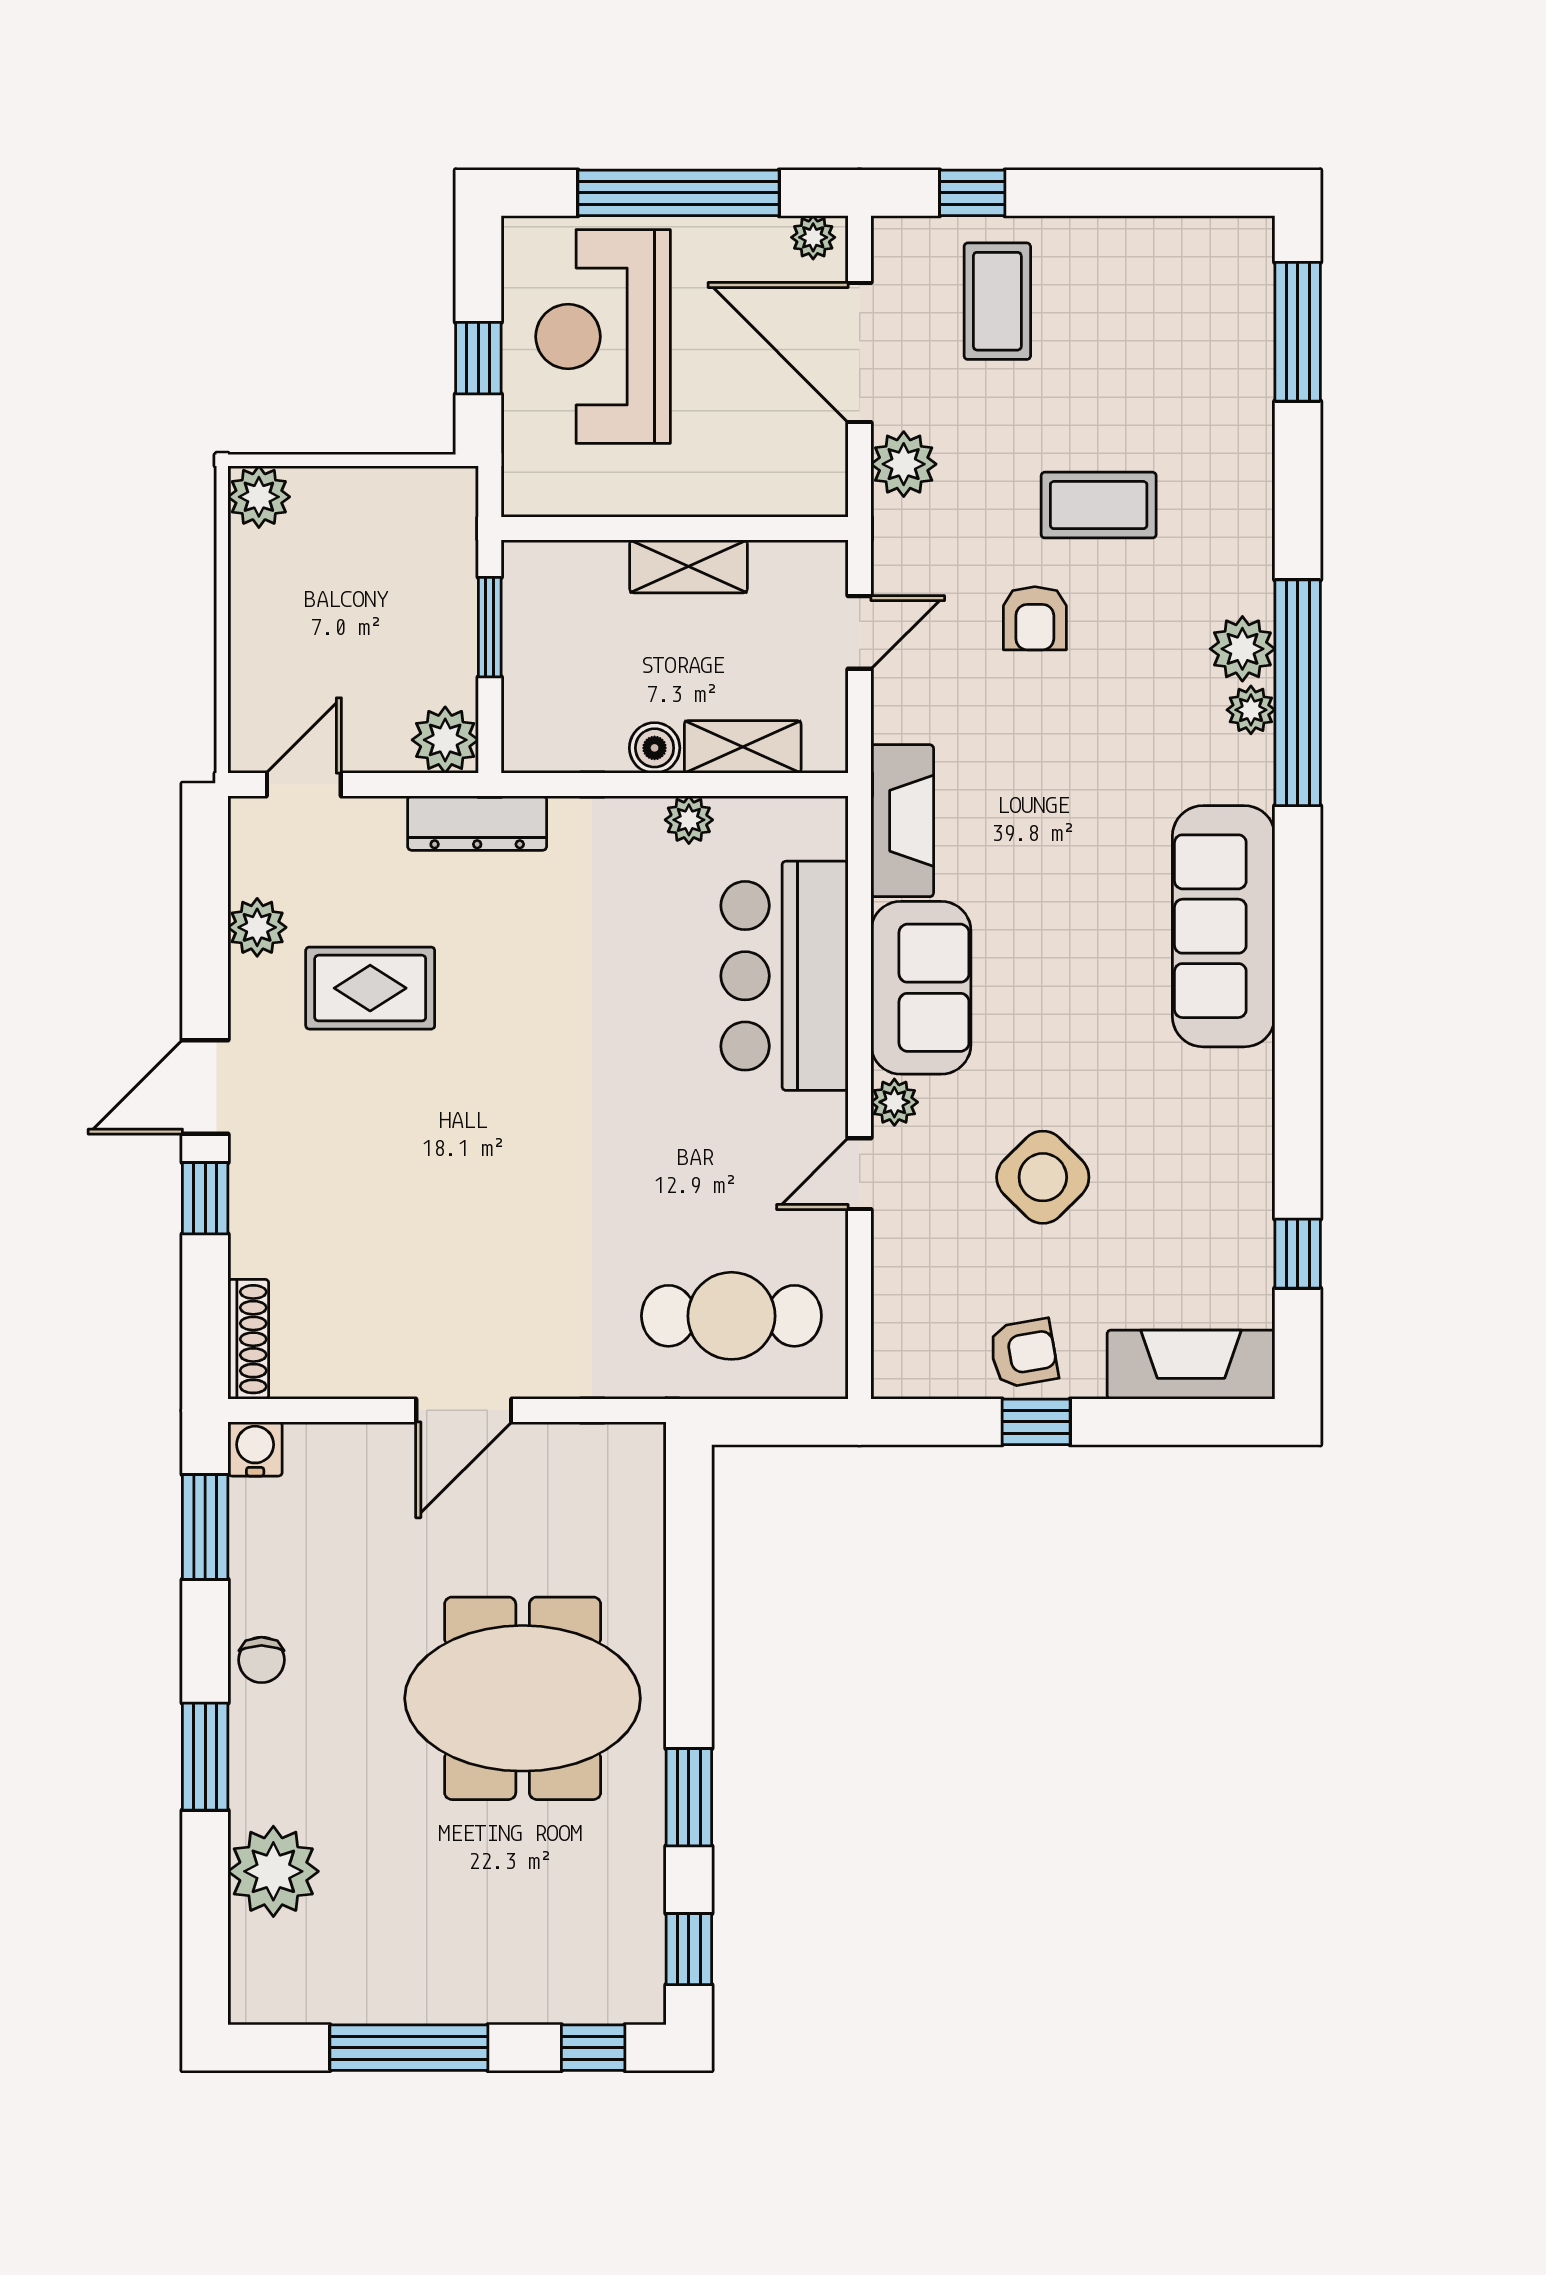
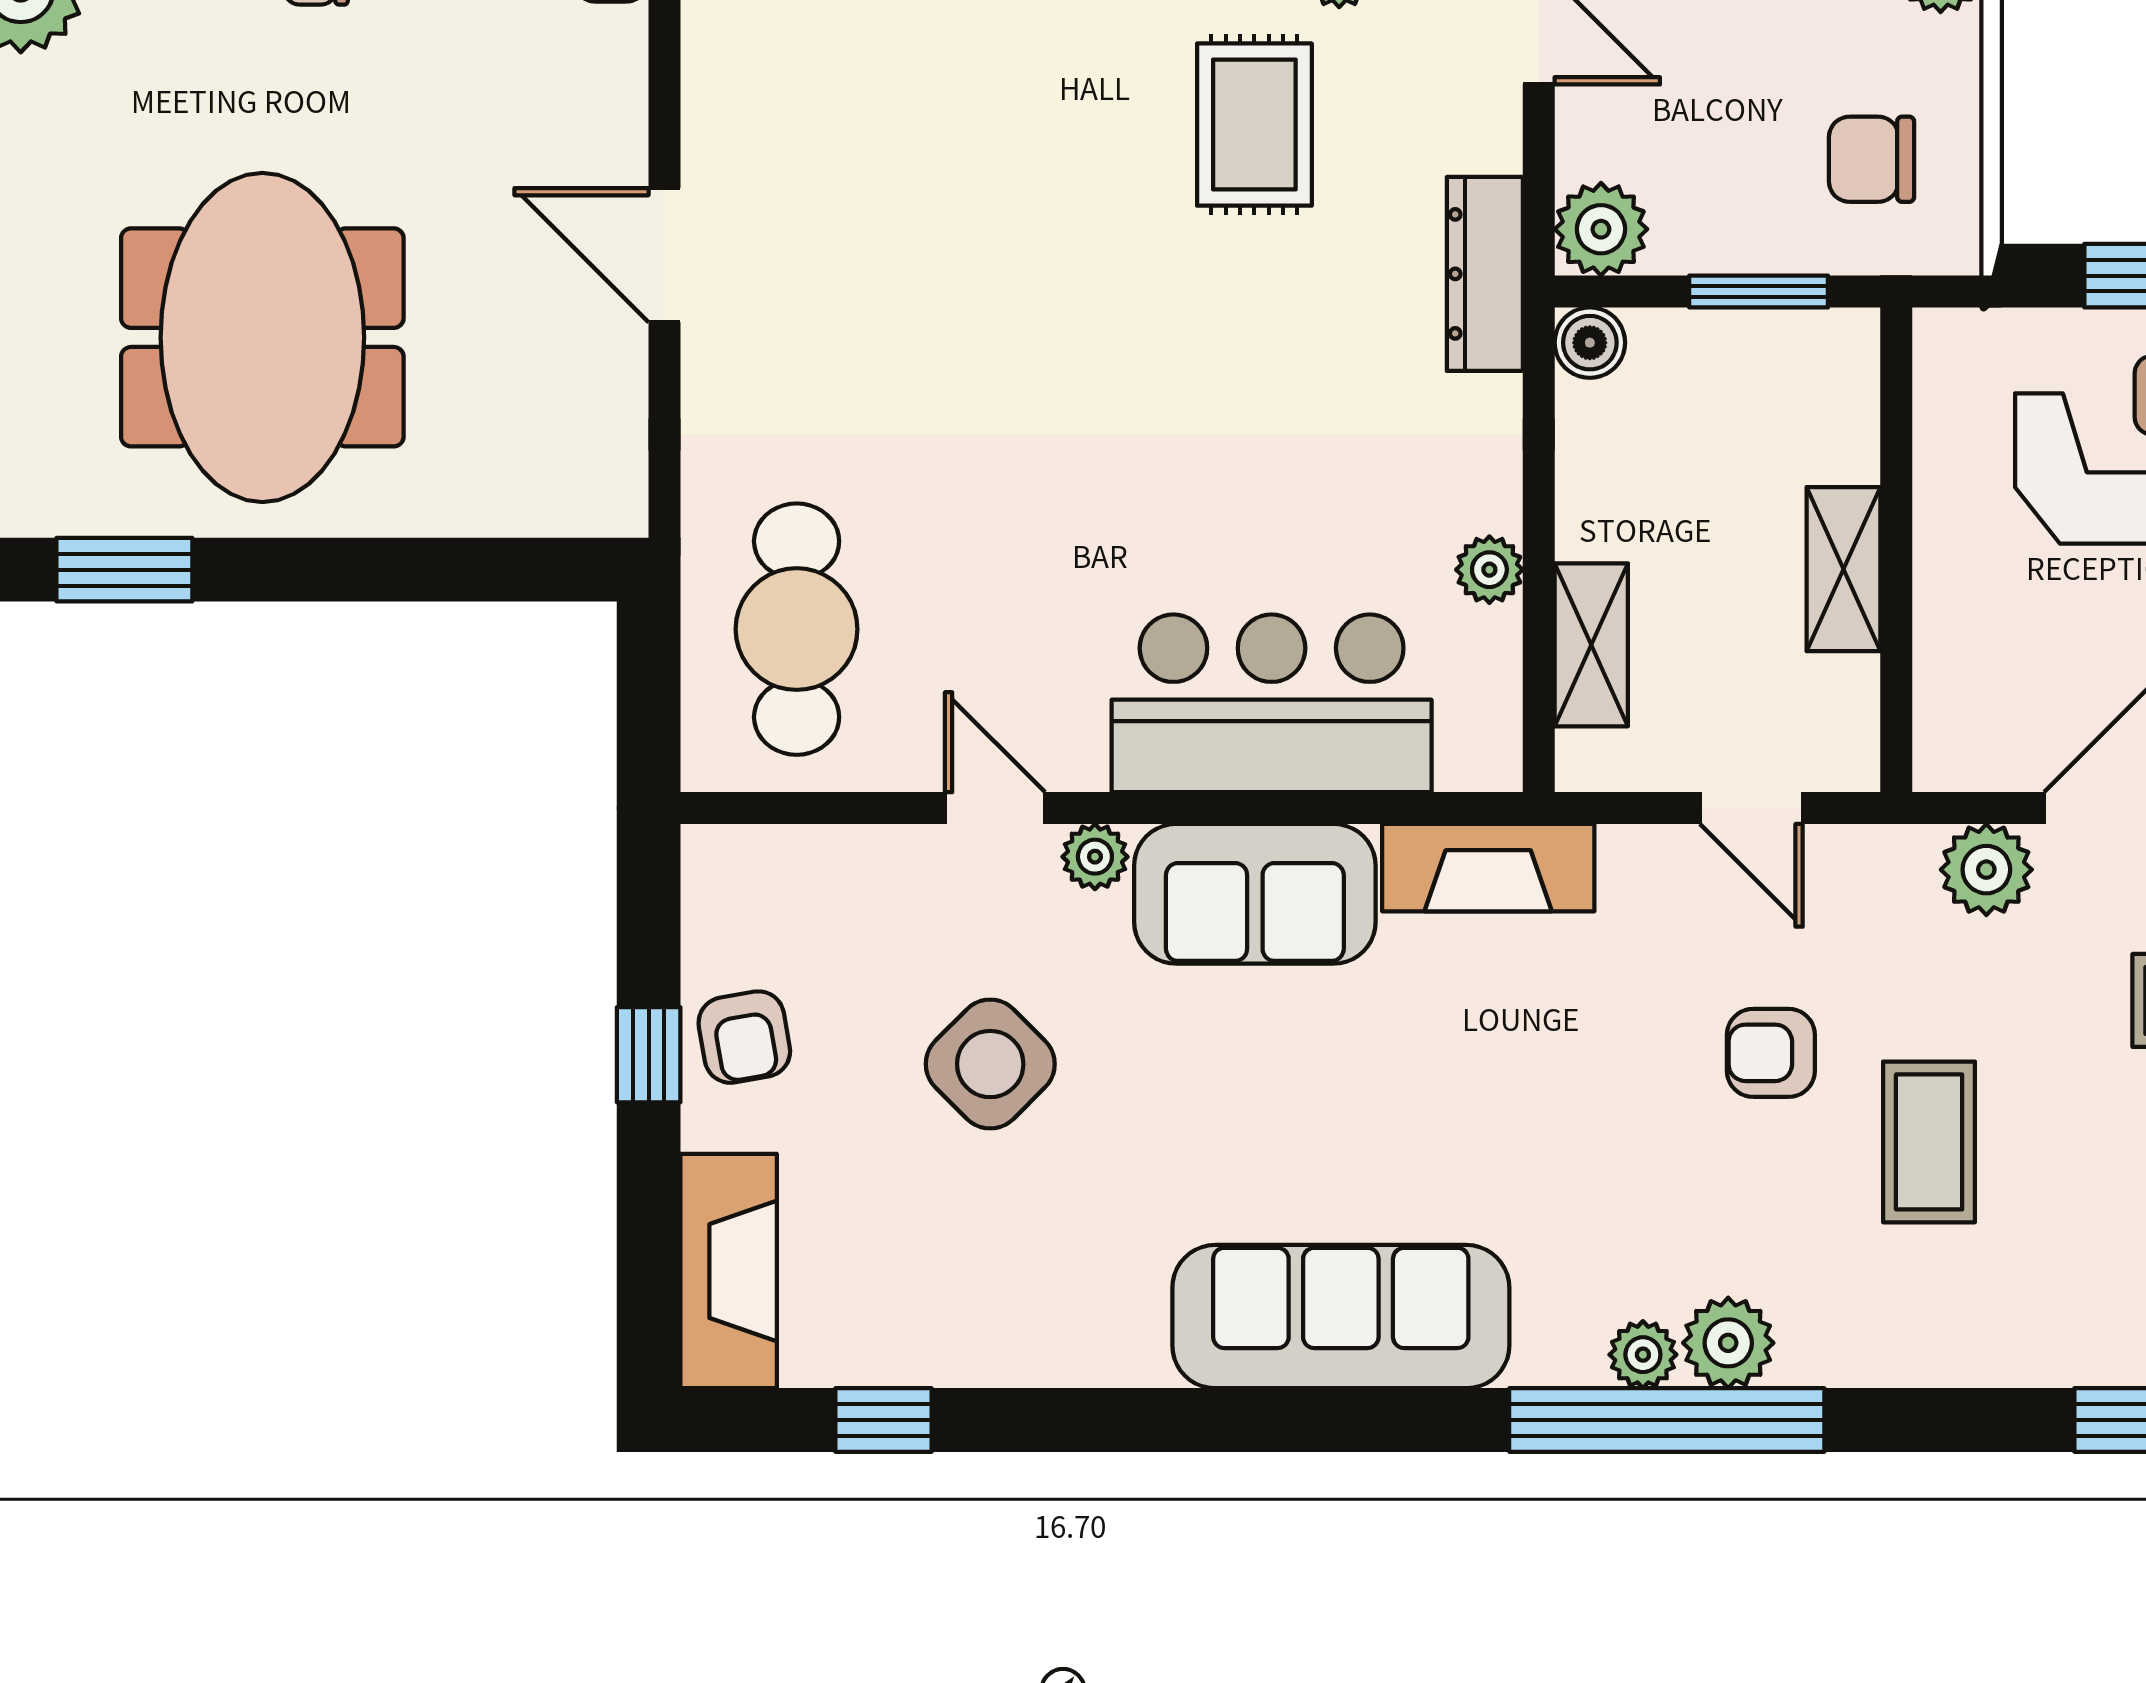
chair: (395, 546) -> (1871, 159), added
boiler: (655, 748) -> (1590, 343), moved

